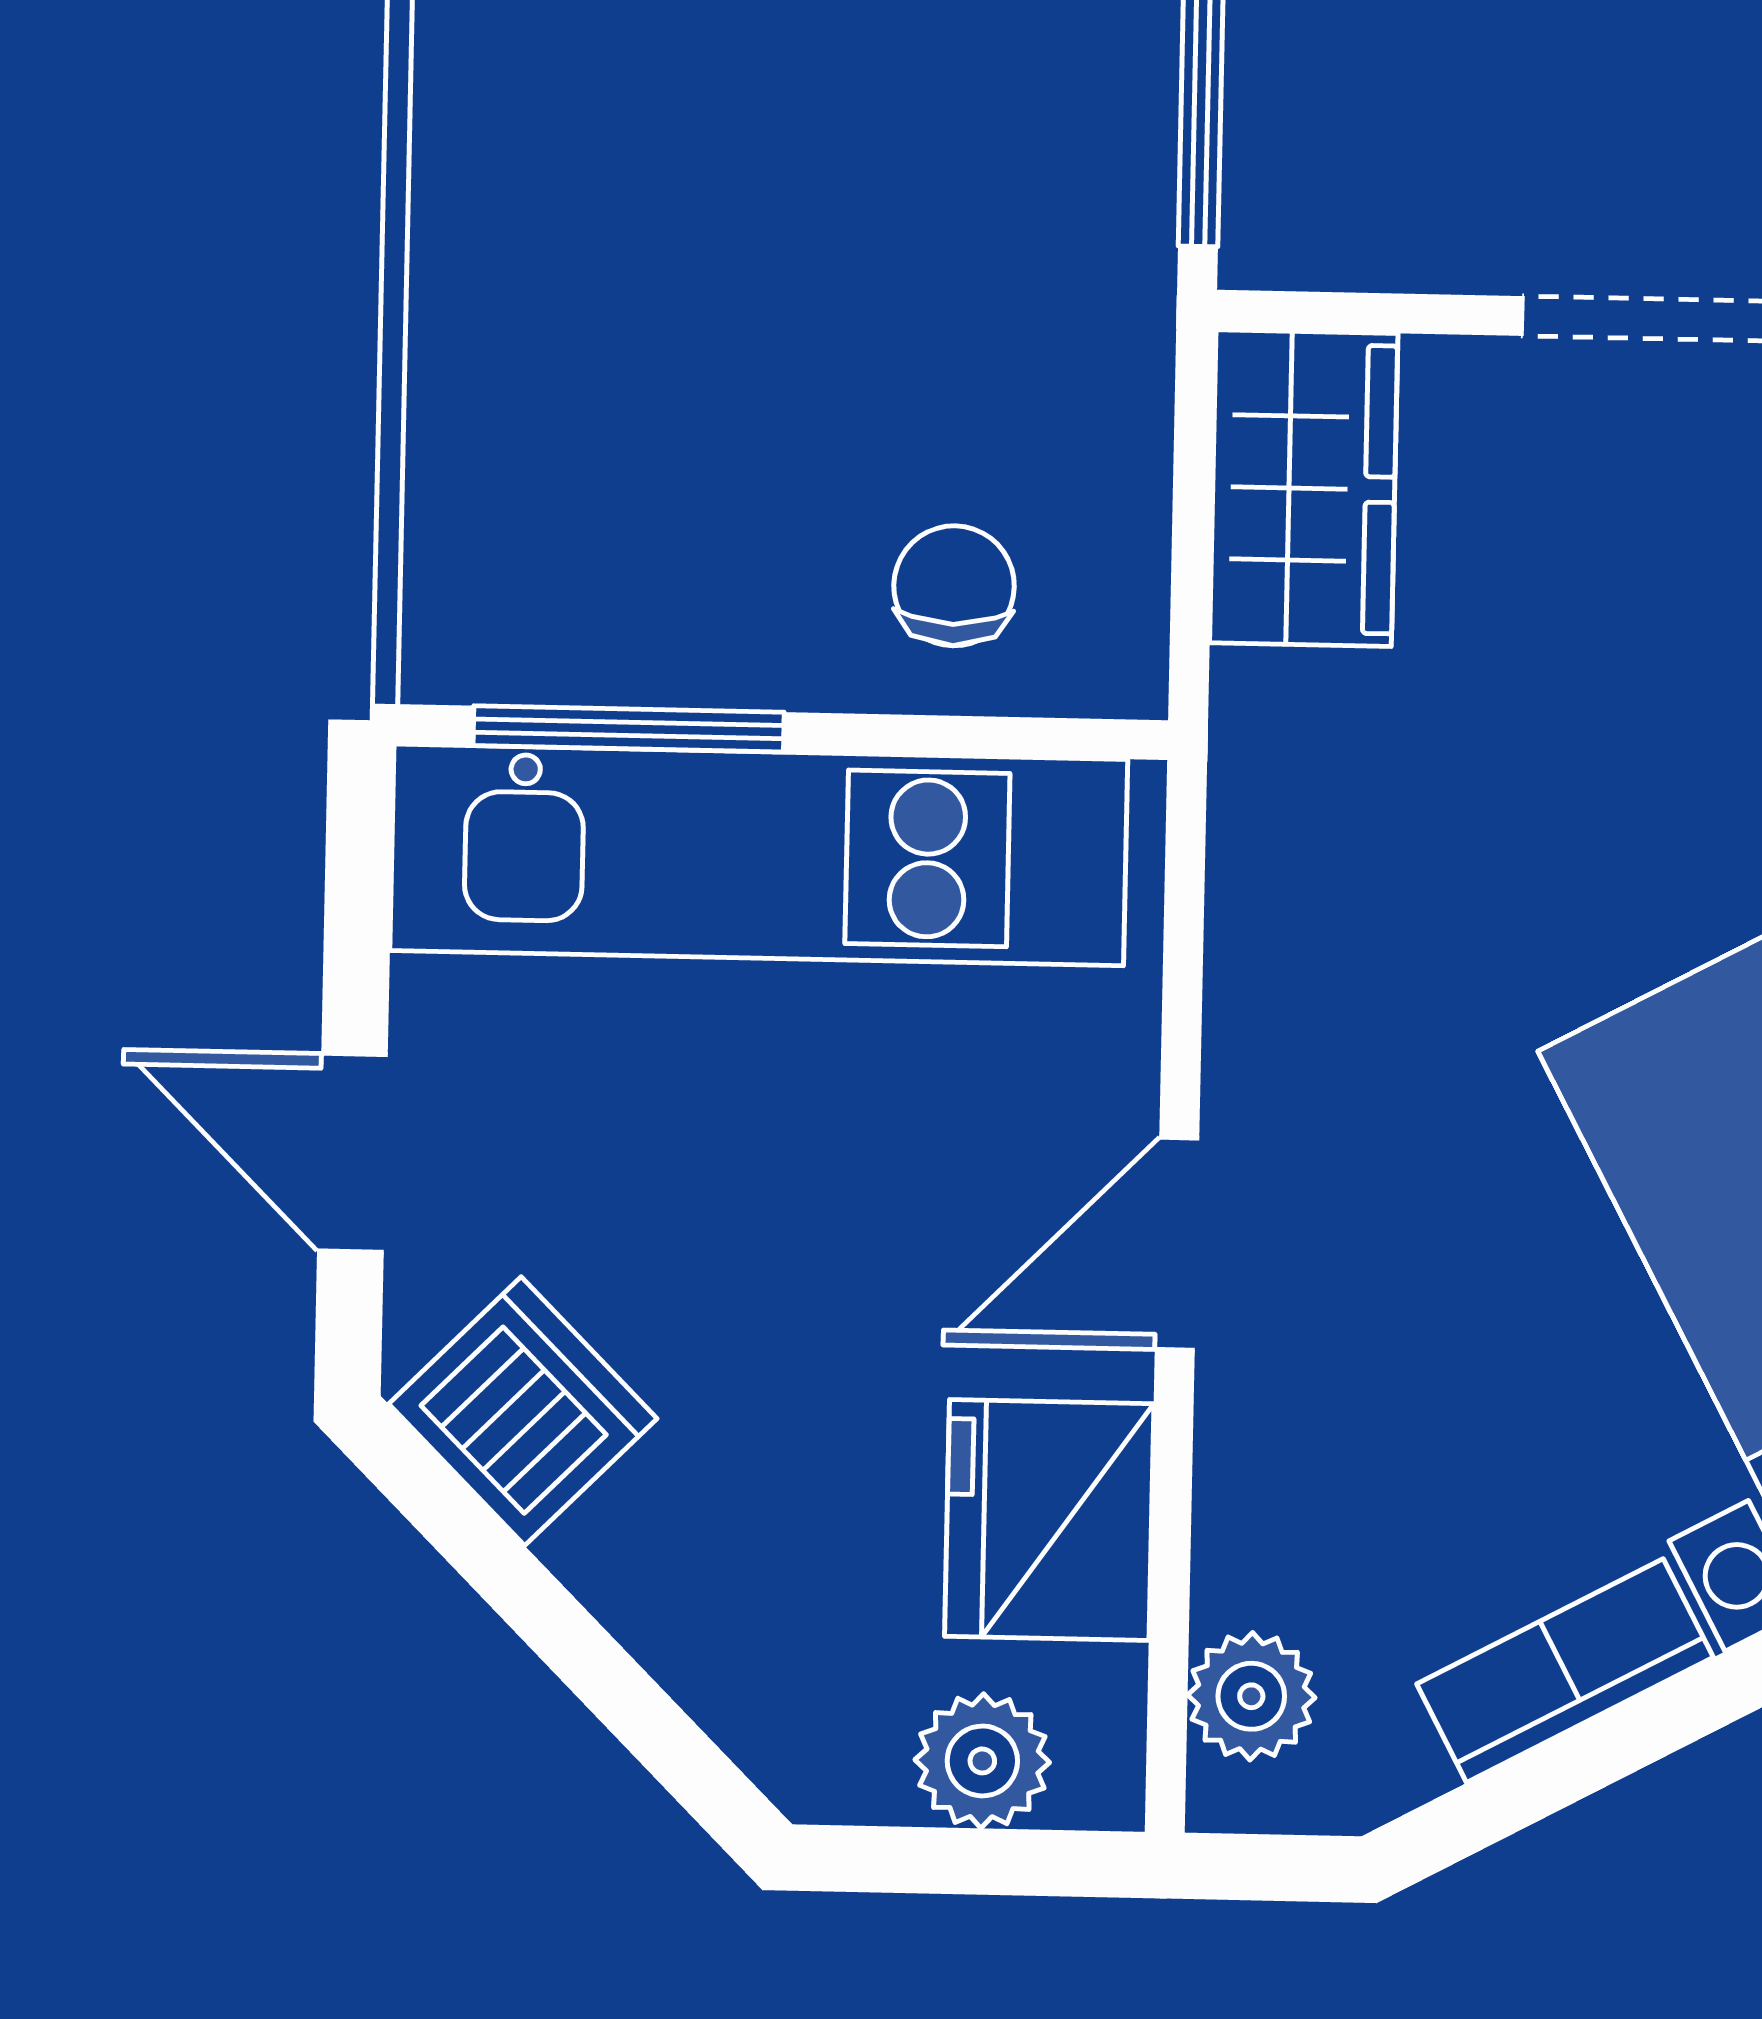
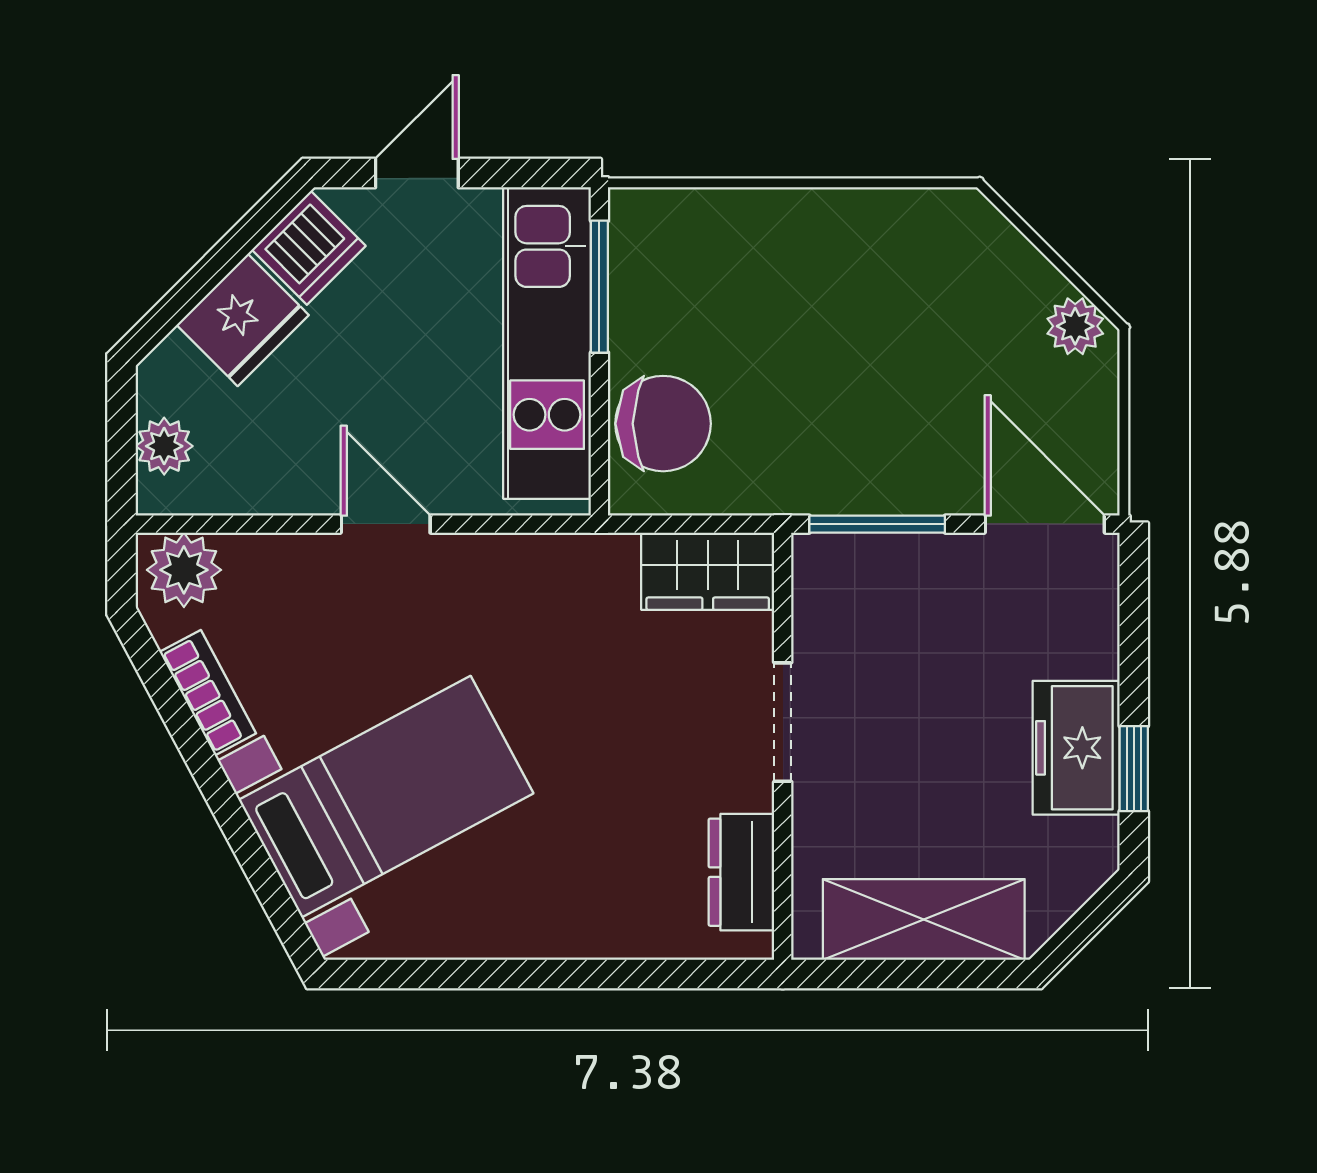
chair: (954, 586) -> (663, 424), width x1.87, depth x1.87
fridge: (1049, 1520) -> (243, 320), moved, turned 135
plant: (1251, 1696) -> (184, 570), width x1.38, depth x1.38

